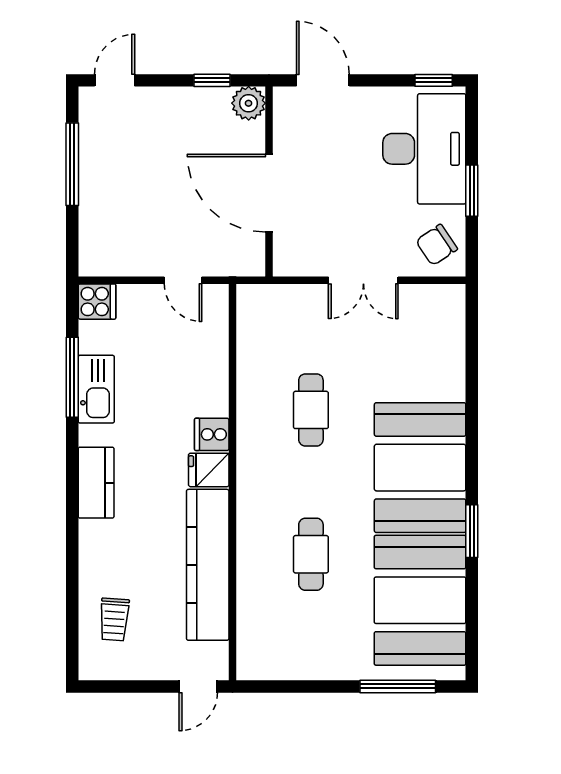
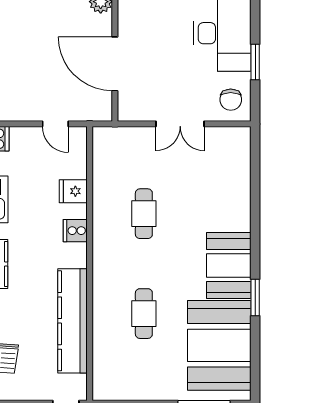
chair: (437, 245) -> (231, 100), turned -56
booth: (420, 468) -> (229, 266), width x0.73, depth x0.70
fridge: (209, 470) -> (73, 191), moved

